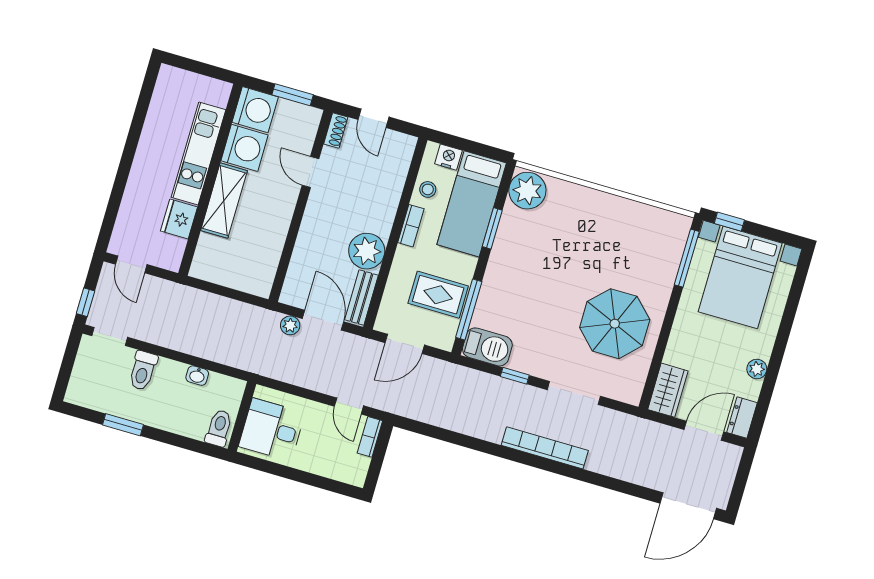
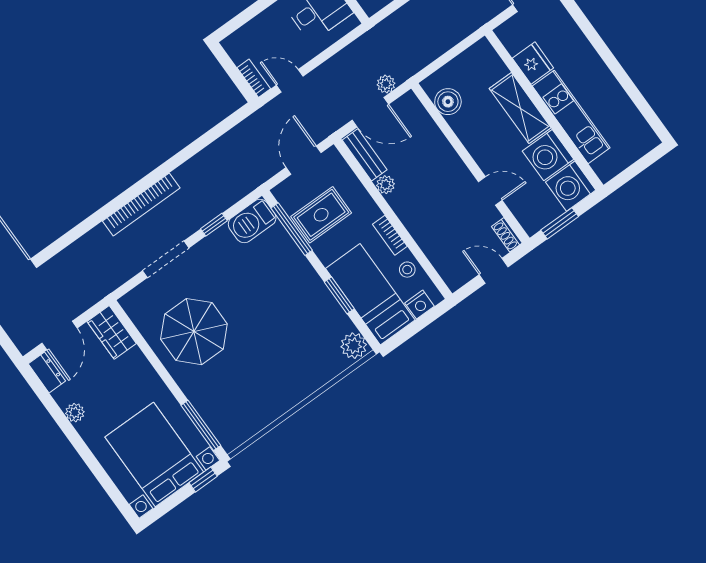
plant: (527, 191) -> (354, 346), width x0.73, depth x0.73
plant: (367, 251) -> (386, 185), width x0.53, depth x0.53
boiler: (265, 264) -> (448, 102), added

